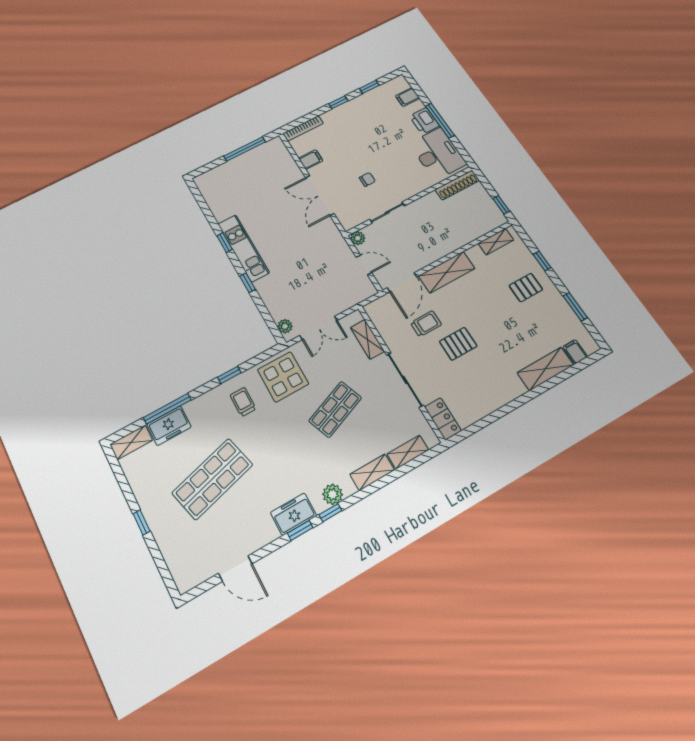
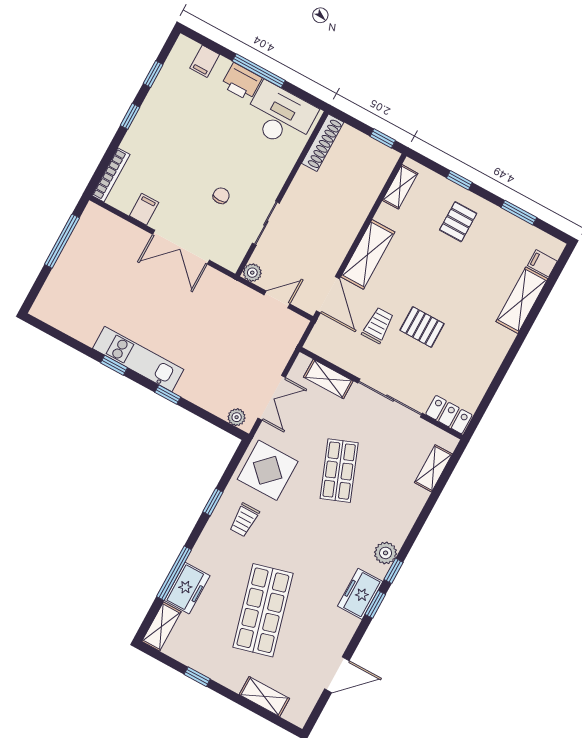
pallet: (458, 344) -> (422, 327), turned 90
trolley: (243, 402) -> (244, 520), turned -90
shelving: (372, 472) -> (264, 696), moved, turned 90
window: (142, 522) -> (197, 677), moved

